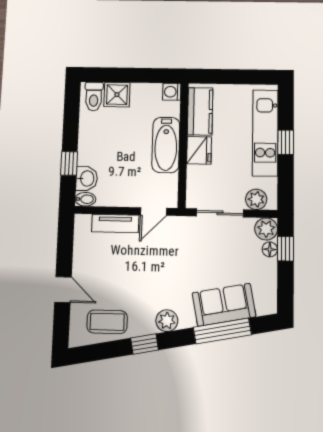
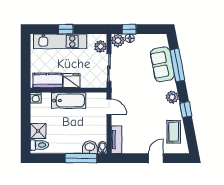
window: (69, 163) -> (81, 158), width x2.17
tv unit: (115, 223) -> (117, 140), moved

